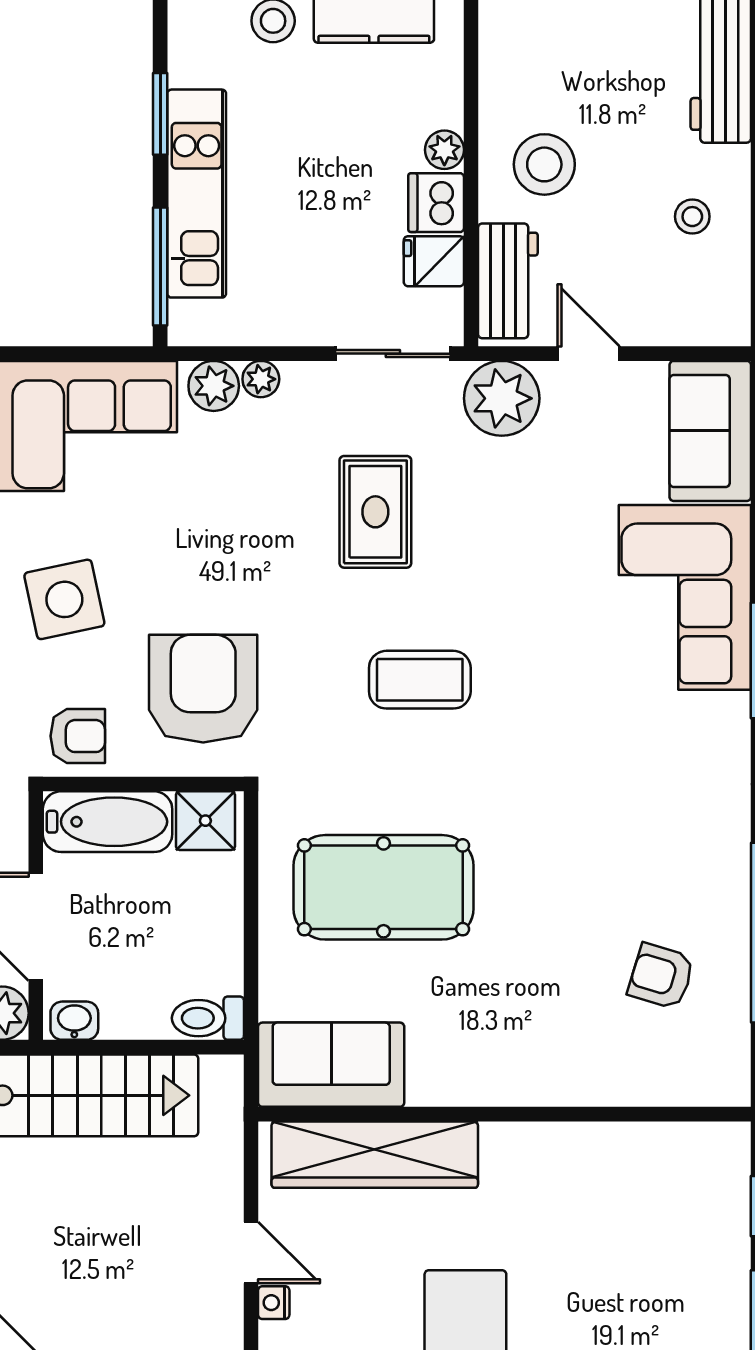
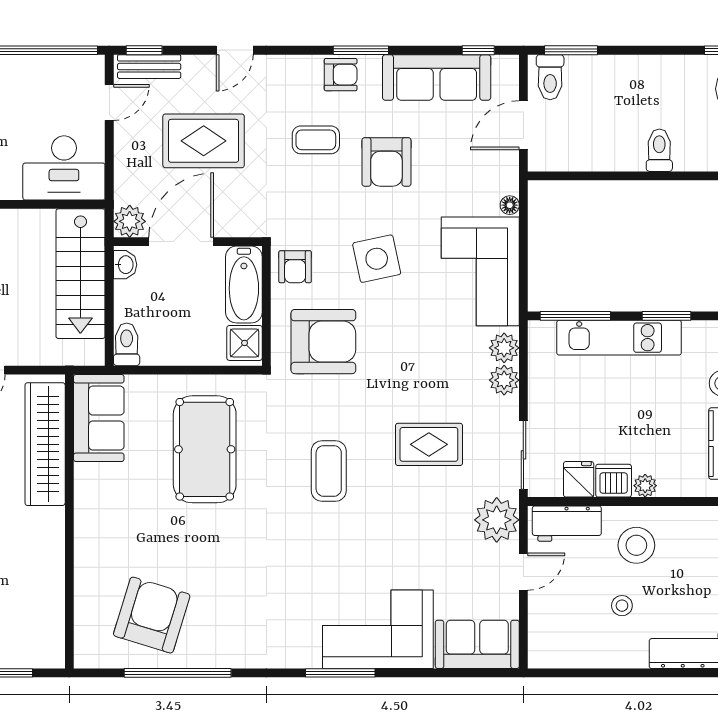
stool: (692, 217) -> (622, 606), moved
plant: (261, 379) -> (504, 380), width x1.38, depth x1.38
armchair: (661, 976) -> (152, 615), width x1.88, depth x1.88

